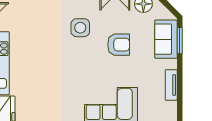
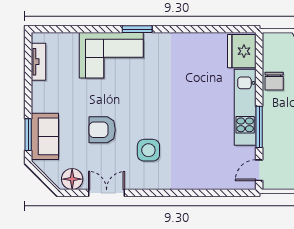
tv unit: (171, 85) -> (39, 62), moved

